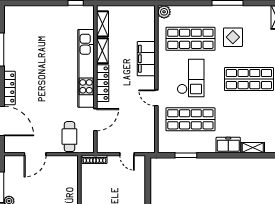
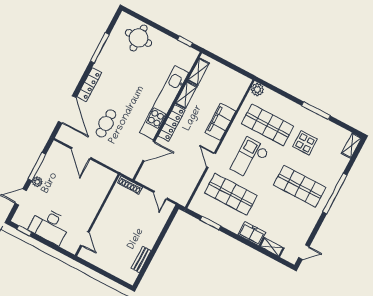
round table: (32, 22) -> (139, 38), added
checkout: (191, 78) -> (250, 159), turned 180
cafe table: (69, 137) -> (106, 123), moved
door: (35, 154) -> (81, 153), hinge flipped

